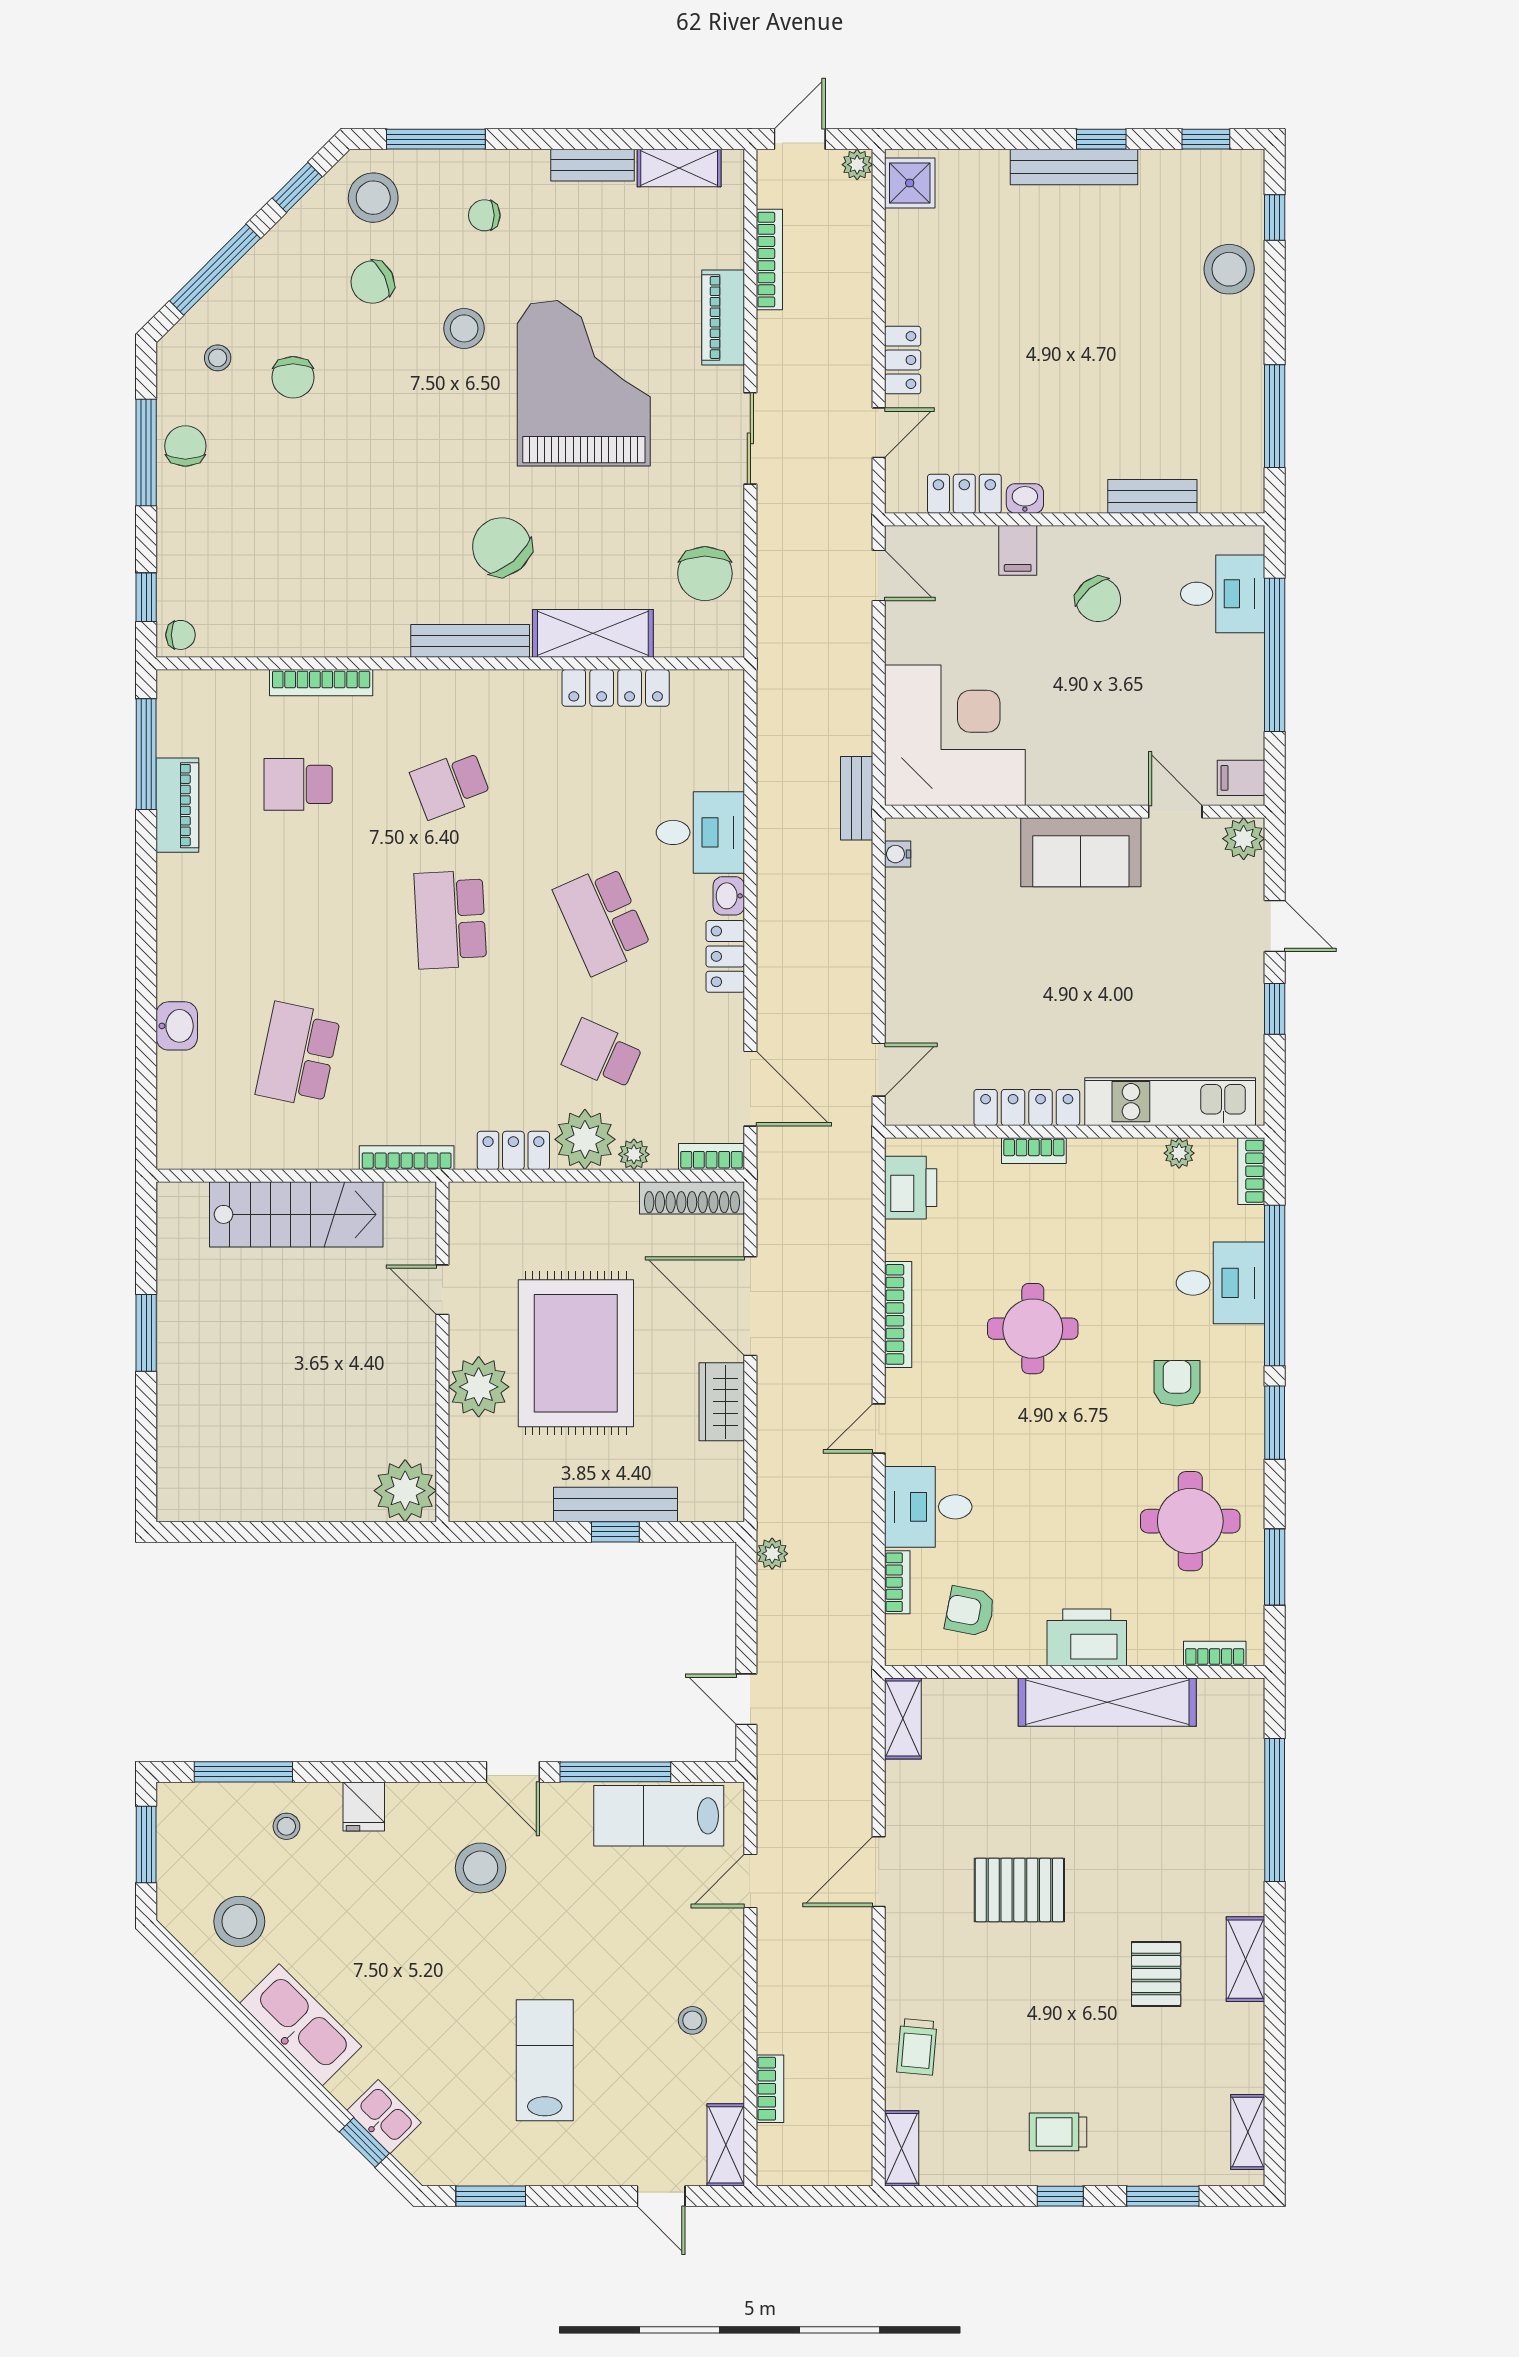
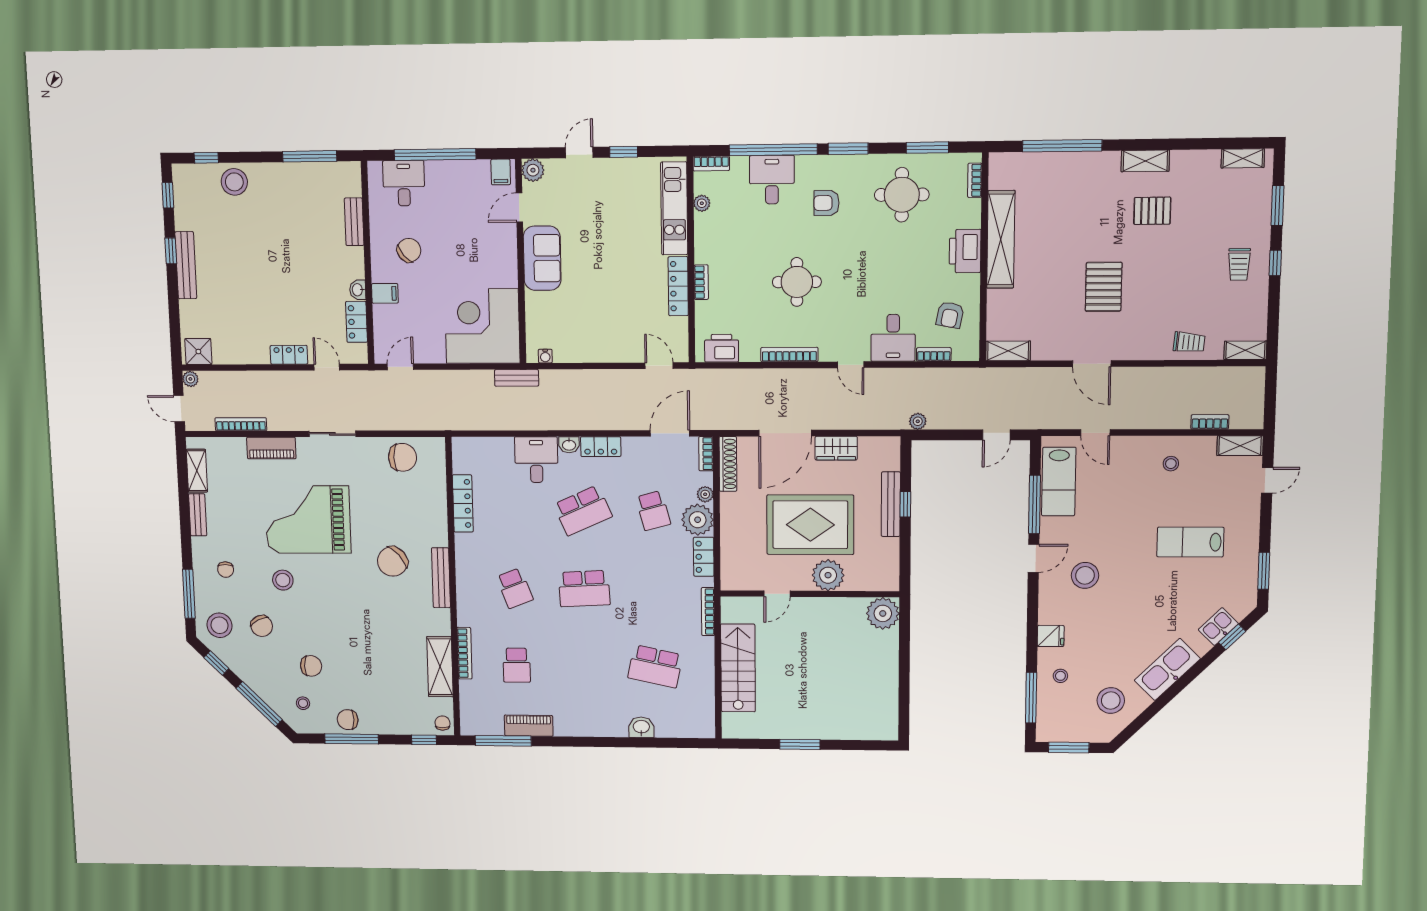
shelving: (593, 633) -> (440, 667), moved
school desk: (602, 1055) -> (653, 511), turned -39

